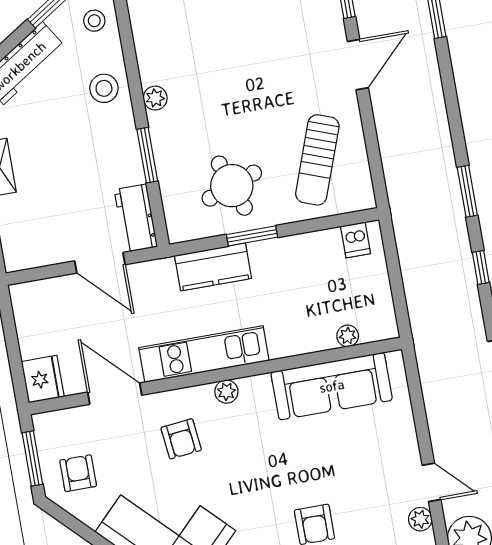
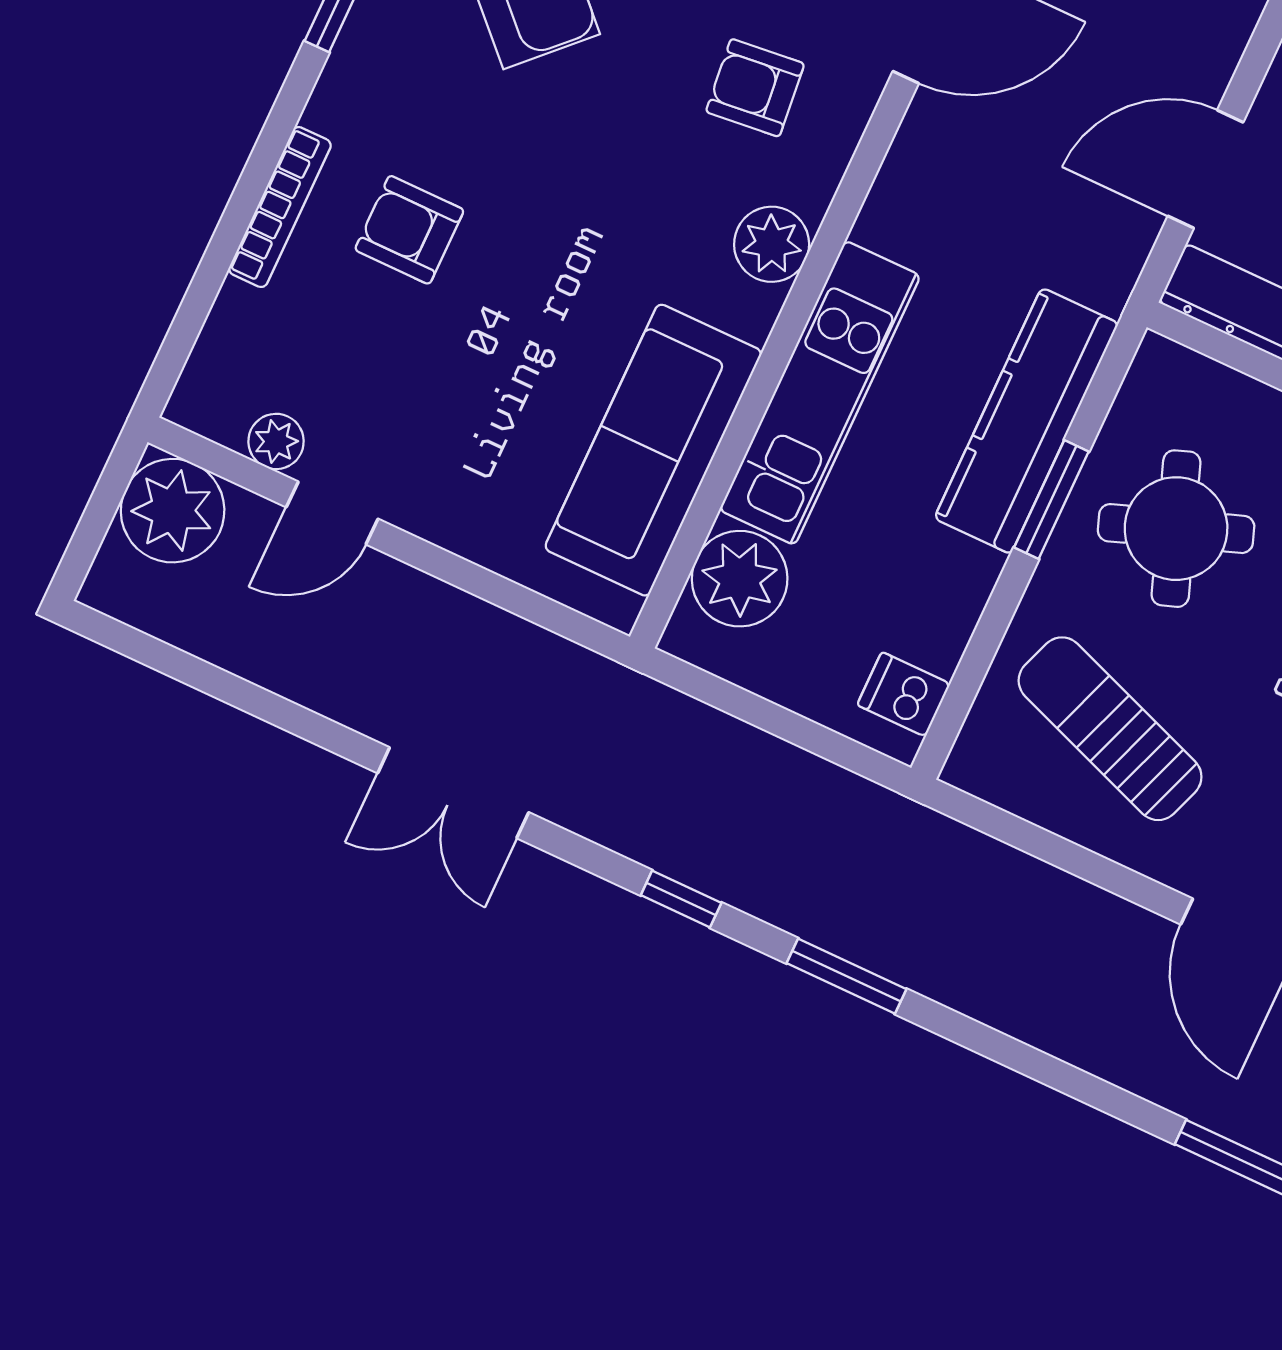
kitchen counter: (213, 267) -> (1026, 421), width x1.50
plant: (348, 336) -> (740, 579), width x1.87, depth x1.87
kitchen unit: (204, 354) -> (820, 393), moved
plant: (226, 392) -> (772, 244), width x1.38, depth x1.38

